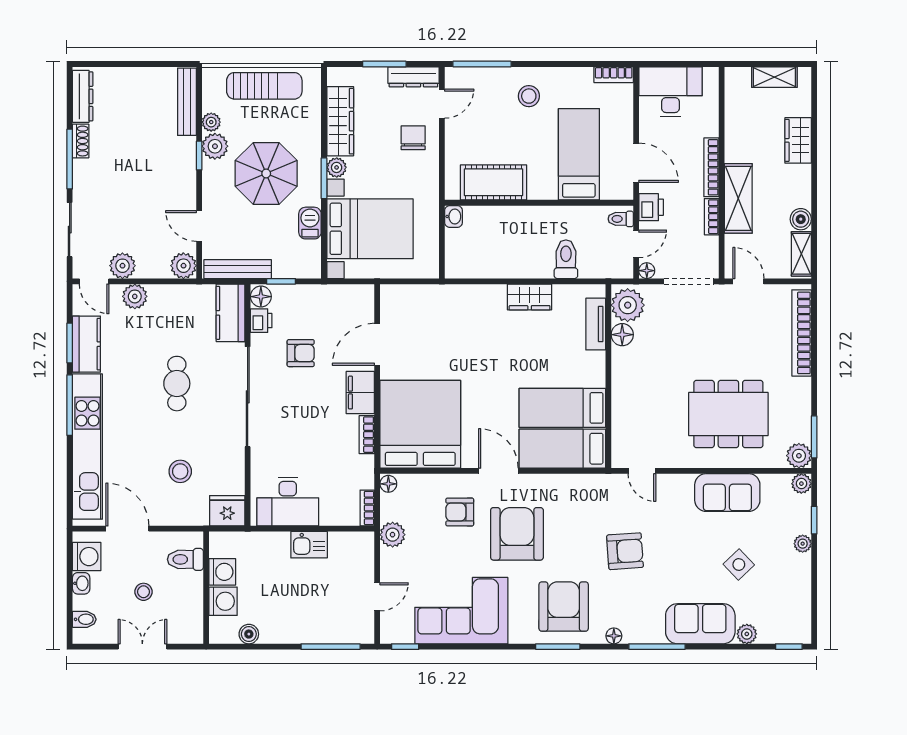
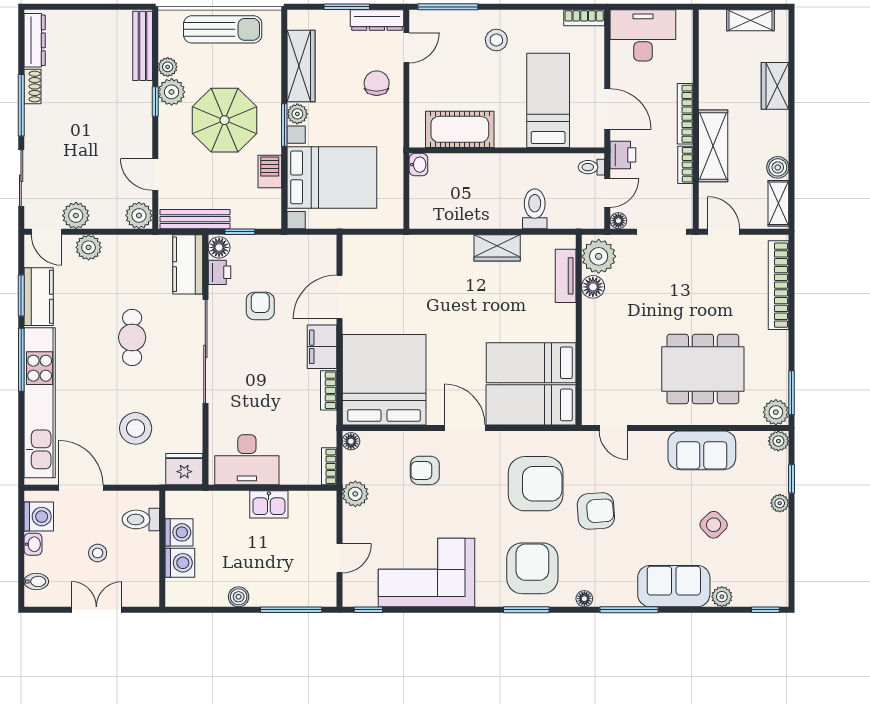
armchair: (301, 353) -> (260, 306), turned -90
stool: (180, 471) -> (136, 428), width x1.38, depth x1.38
armchair: (517, 534) -> (536, 484), moved, turned 90
boiler: (249, 634) -> (239, 597), moved

